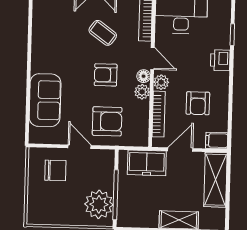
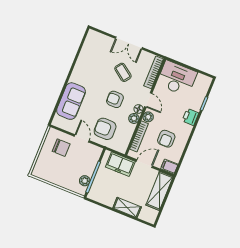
armchair: (107, 121) -> (105, 129), turned 180
plant: (99, 204) -> (85, 181), width x0.53, depth x0.53

